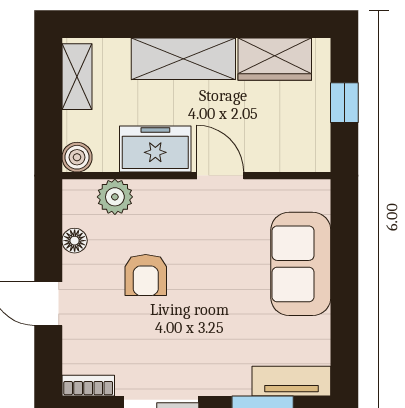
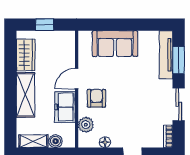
boiler: (77, 157) -> (56, 141), moved
armchair: (146, 275) -> (96, 98), moved, turned -90
tv unit: (291, 381) -> (166, 55), width x1.41

